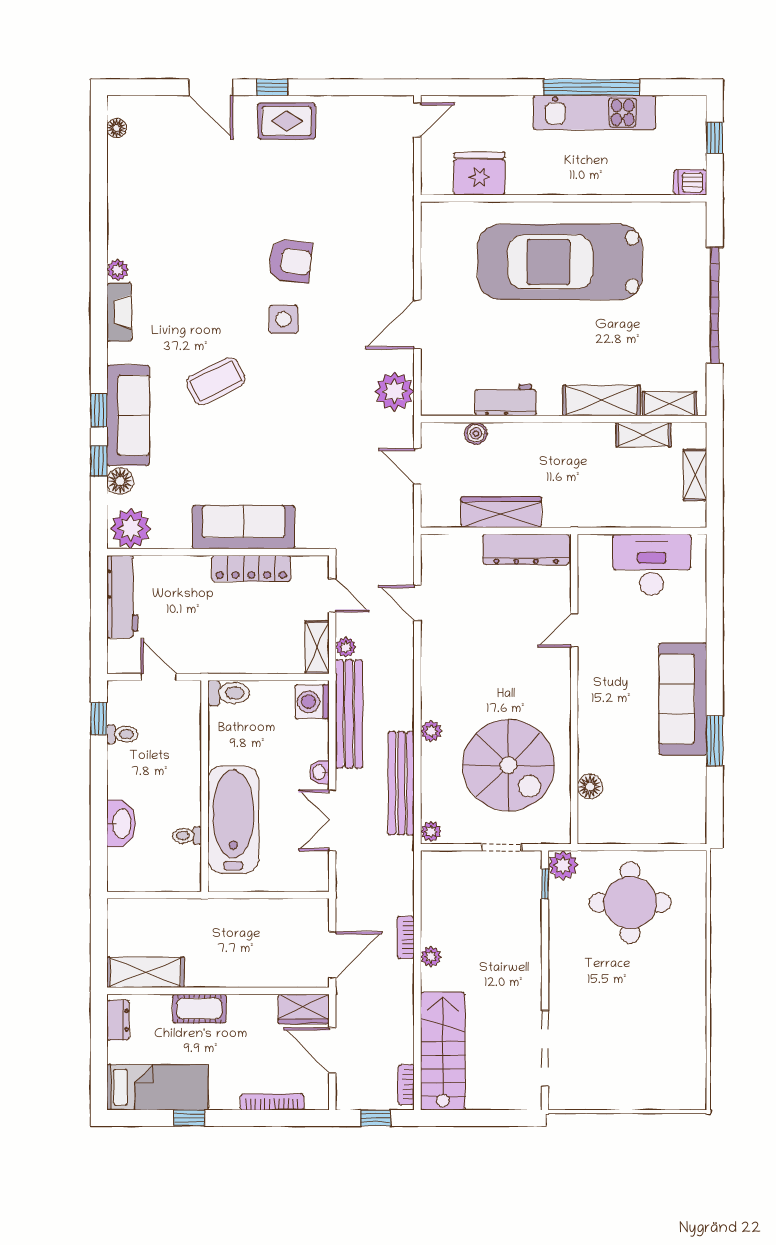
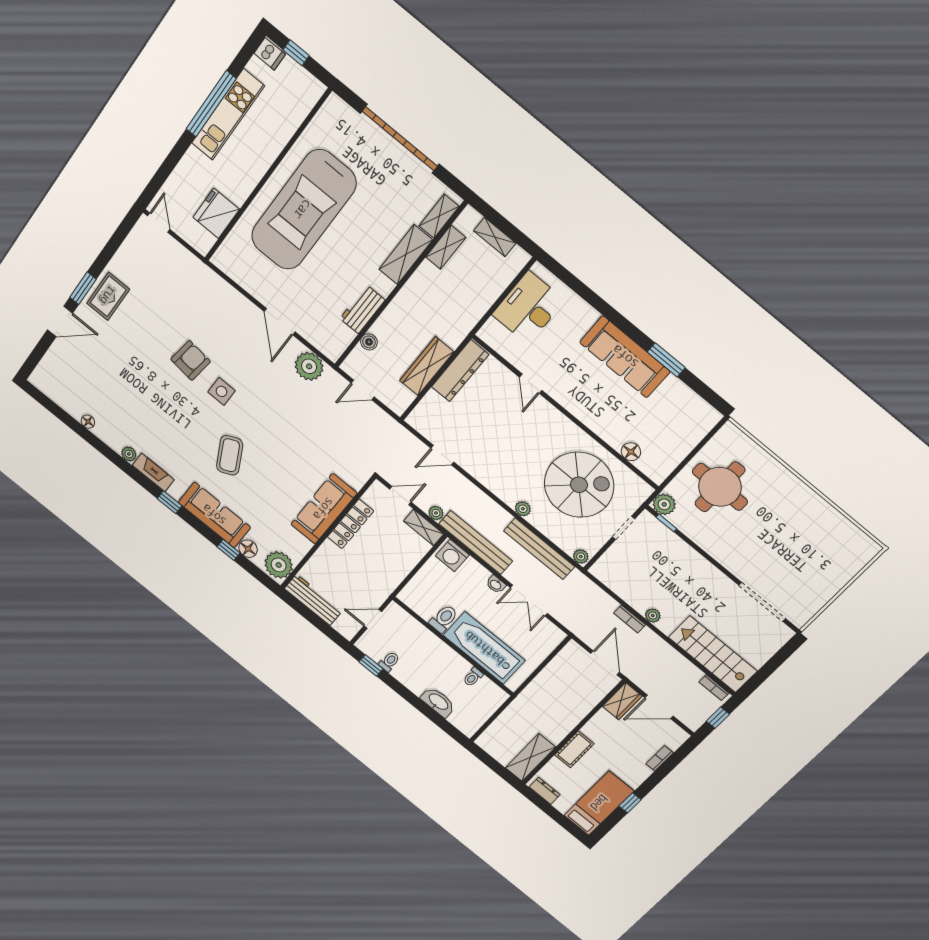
window: (272, 87) -> (83, 288), width x1.50
floor lamp: (117, 128) -> (88, 422), moved
dishwasher: (690, 182) -> (270, 54), moved, turned -90
window: (99, 410) -> (170, 502), moved
toilet: (229, 693) -> (444, 619), moved
bookcase: (272, 1102) -> (660, 758), width x0.64

